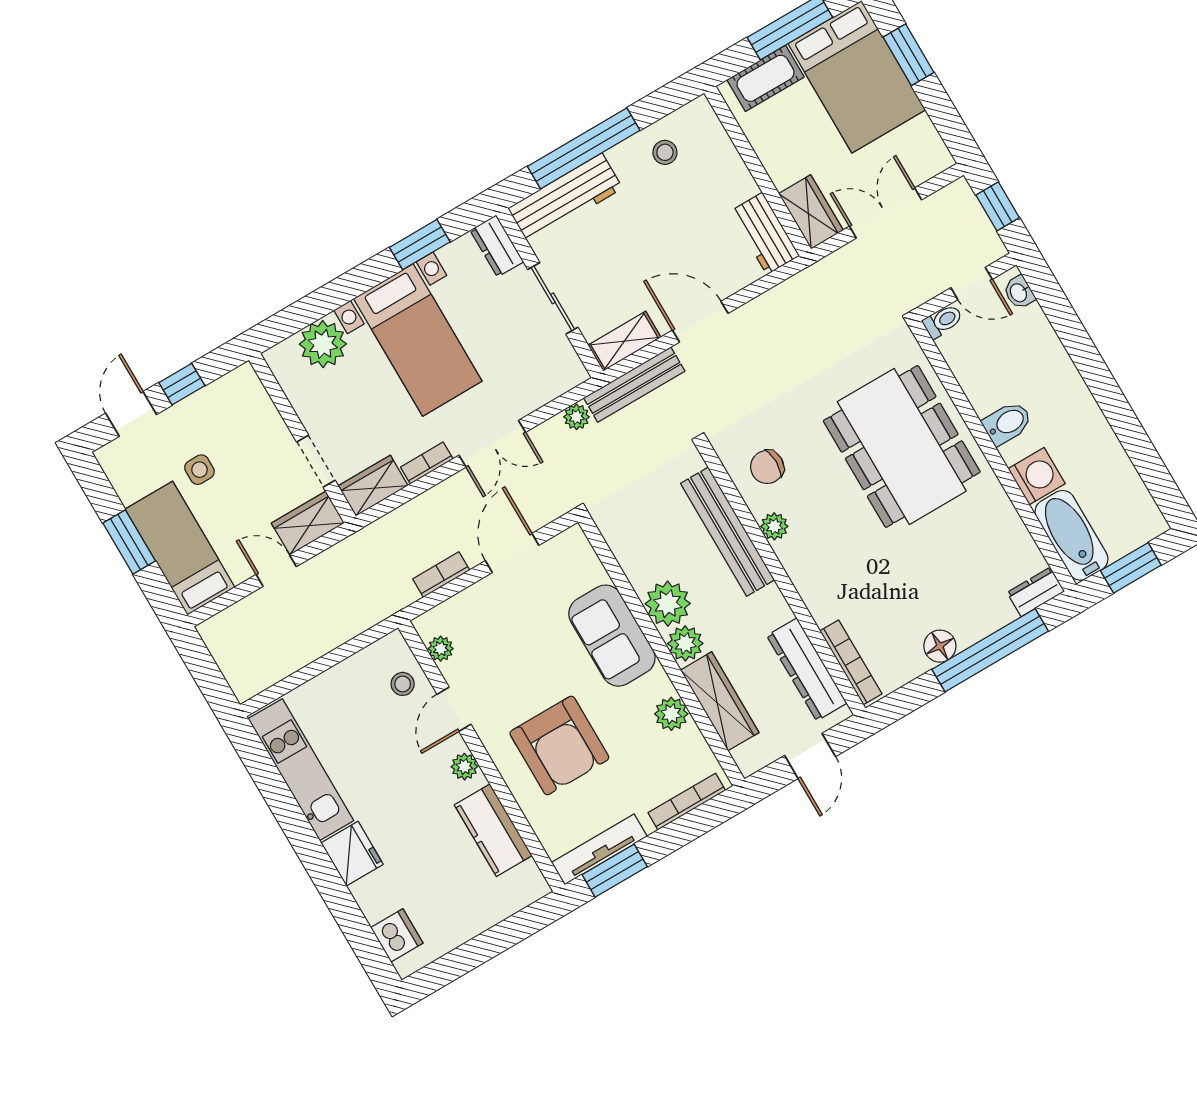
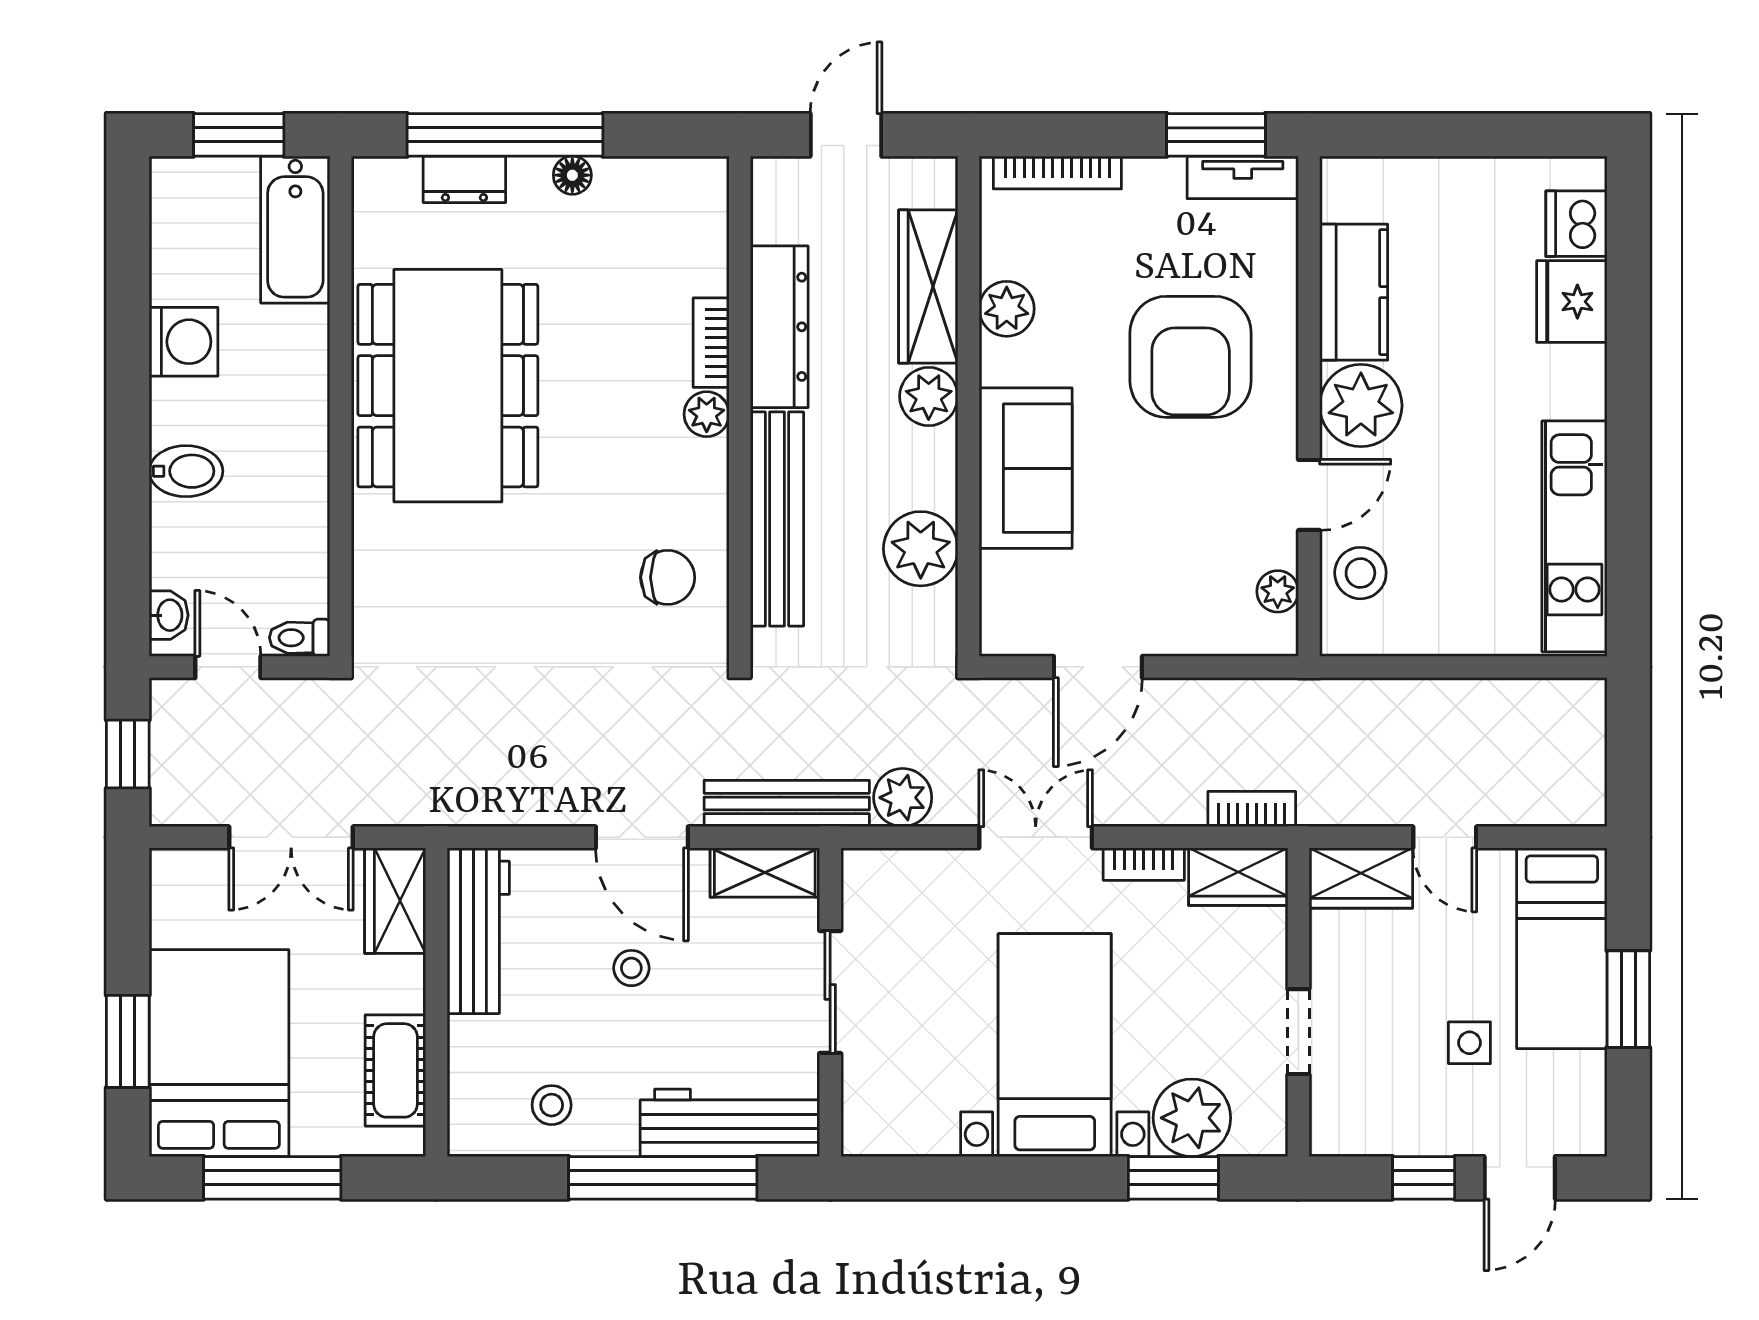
cot: (766, 78) -> (395, 1070), moved, turned 90
workbench: (765, 234) -> (478, 931), width x1.38
window: (420, 245) -> (1173, 1178), moved
dresser: (497, 246) -> (866, 1112), removed
stool: (665, 249) -> (631, 968), added
plant: (577, 417) -> (903, 798), width x1.38, depth x1.38
bidet: (1007, 423) -> (186, 471), moved, turned 180
dining table: (902, 446) -> (448, 386), moved
doorway: (316, 461) -> (1298, 1032), moved
washing machine: (1037, 476) -> (183, 342), moved, turned 180
plant: (774, 526) -> (707, 414), moved
bookcase: (441, 575) -> (1252, 809), moved, turned 180
dresser: (1036, 592) -> (464, 179), moved
plant: (668, 604) -> (921, 549), moved
floor lamp: (940, 646) -> (572, 175), width x0.73, depth x0.73
bookcase: (851, 662) -> (711, 343), moved, width x0.64
dresser: (807, 669) -> (779, 327), moved
stool: (403, 684) -> (1360, 573), width x1.37, depth x1.37
armchair: (559, 745) -> (1191, 357), turned 180
plant: (464, 767) -> (1361, 406), width x1.88, depth x1.88
tv unit: (599, 849) -> (1243, 177), width x0.71
fridge: (352, 854) -> (1572, 302), moved

